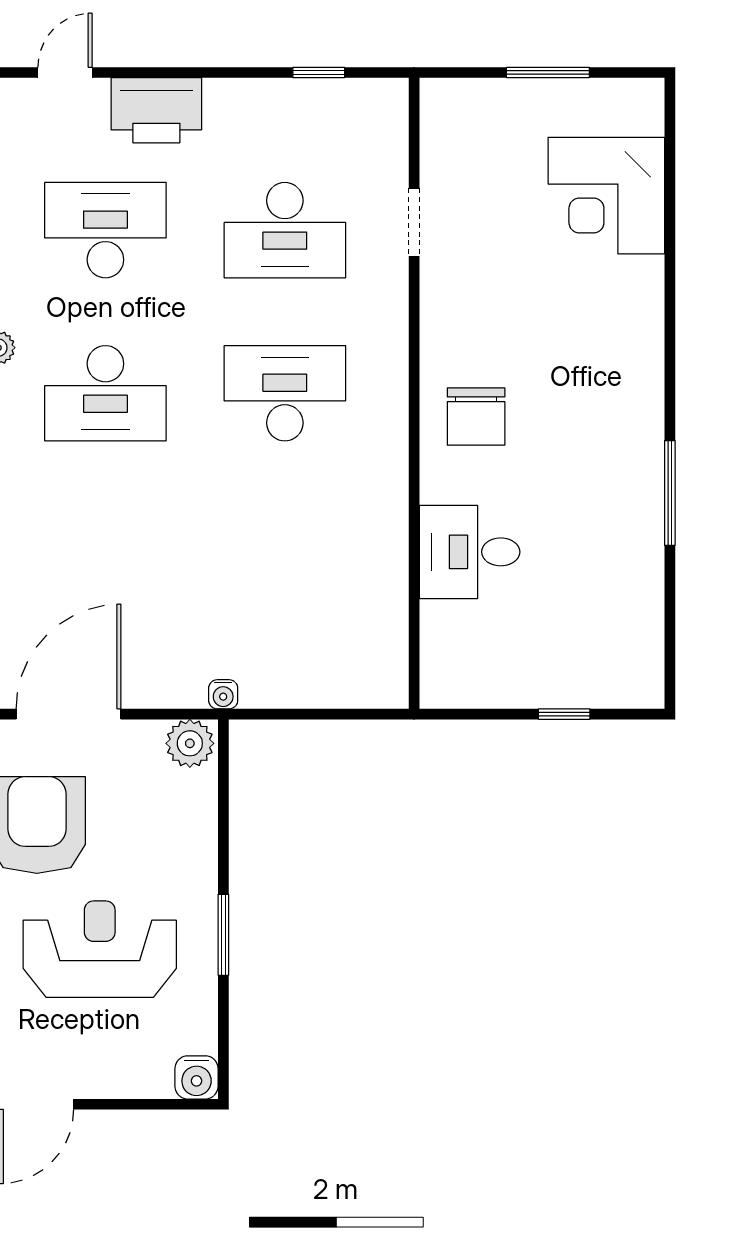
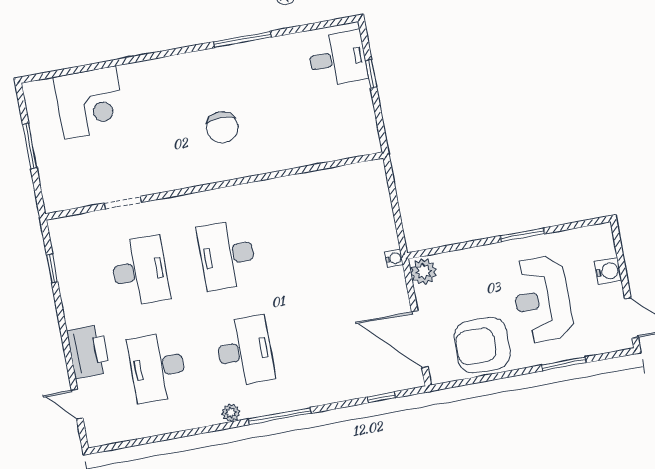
chair: (476, 416) -> (222, 127), moved, turned 90
desk: (470, 552) -> (338, 59), moved, turned -90
water cooler: (197, 1077) -> (608, 271), moved

